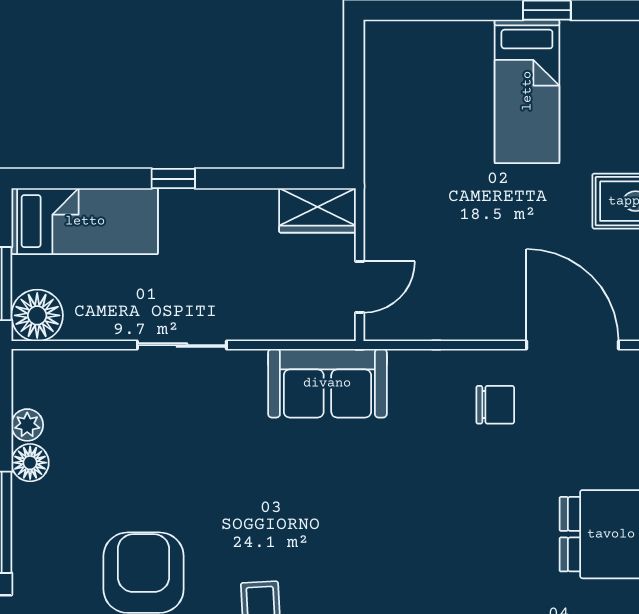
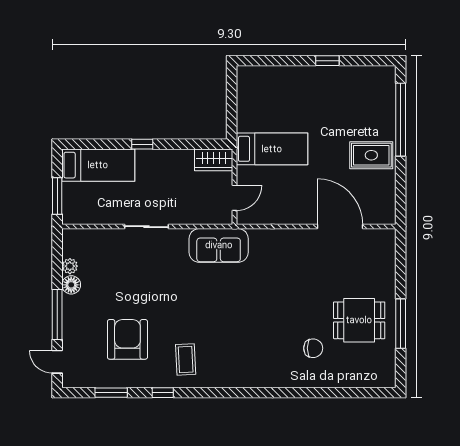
bed: (527, 91) -> (272, 149), moved, turned -90
floor lamp: (37, 315) -> (75, 212), removed
chair: (495, 405) -> (313, 348), moved

